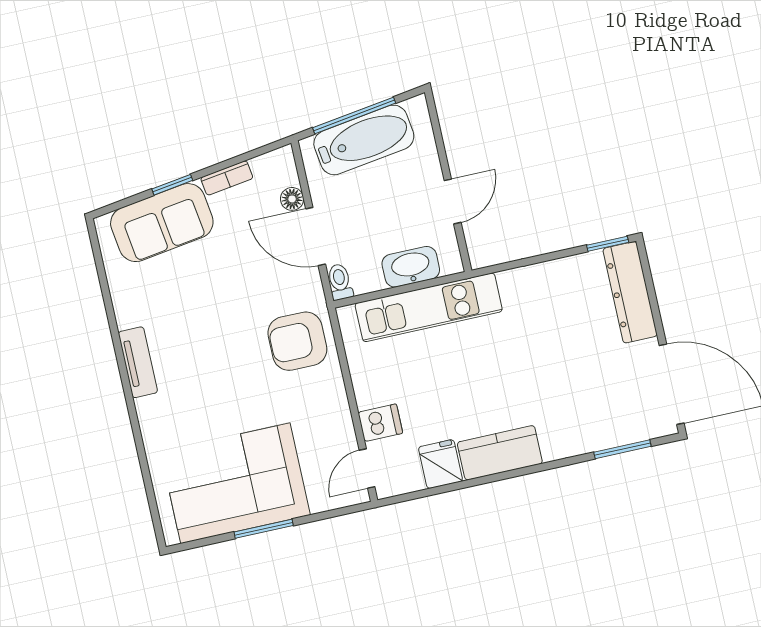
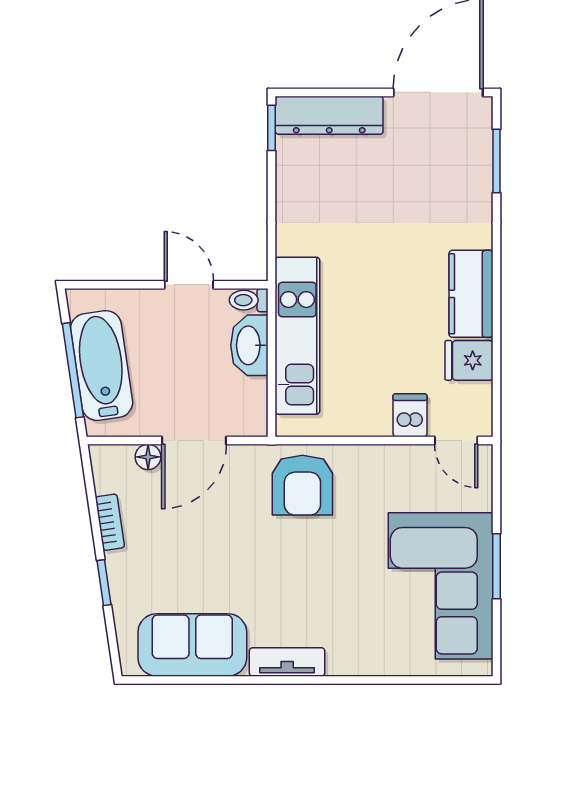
sofa: (162, 223) -> (192, 645), moved, turned -82
toilet: (340, 282) -> (249, 300), moved

